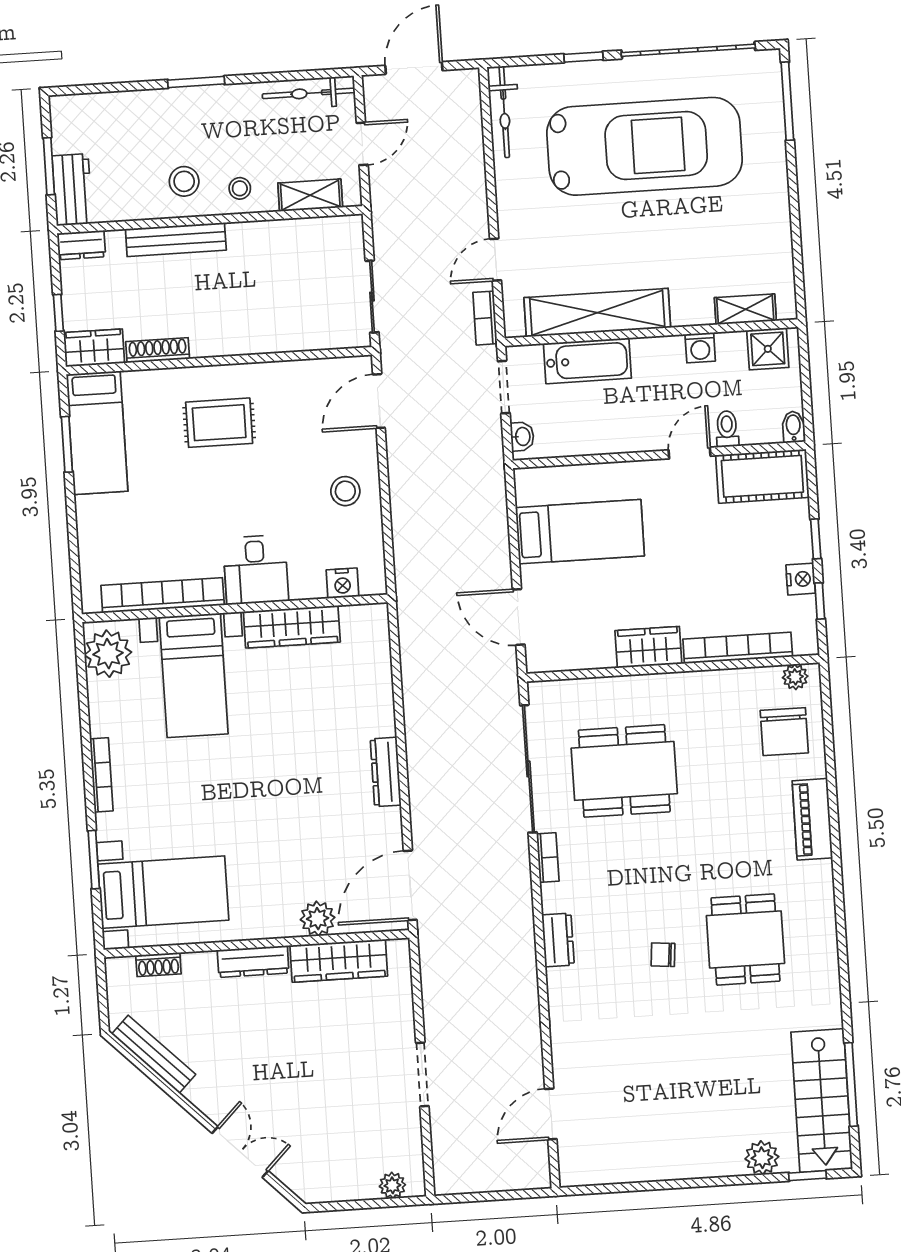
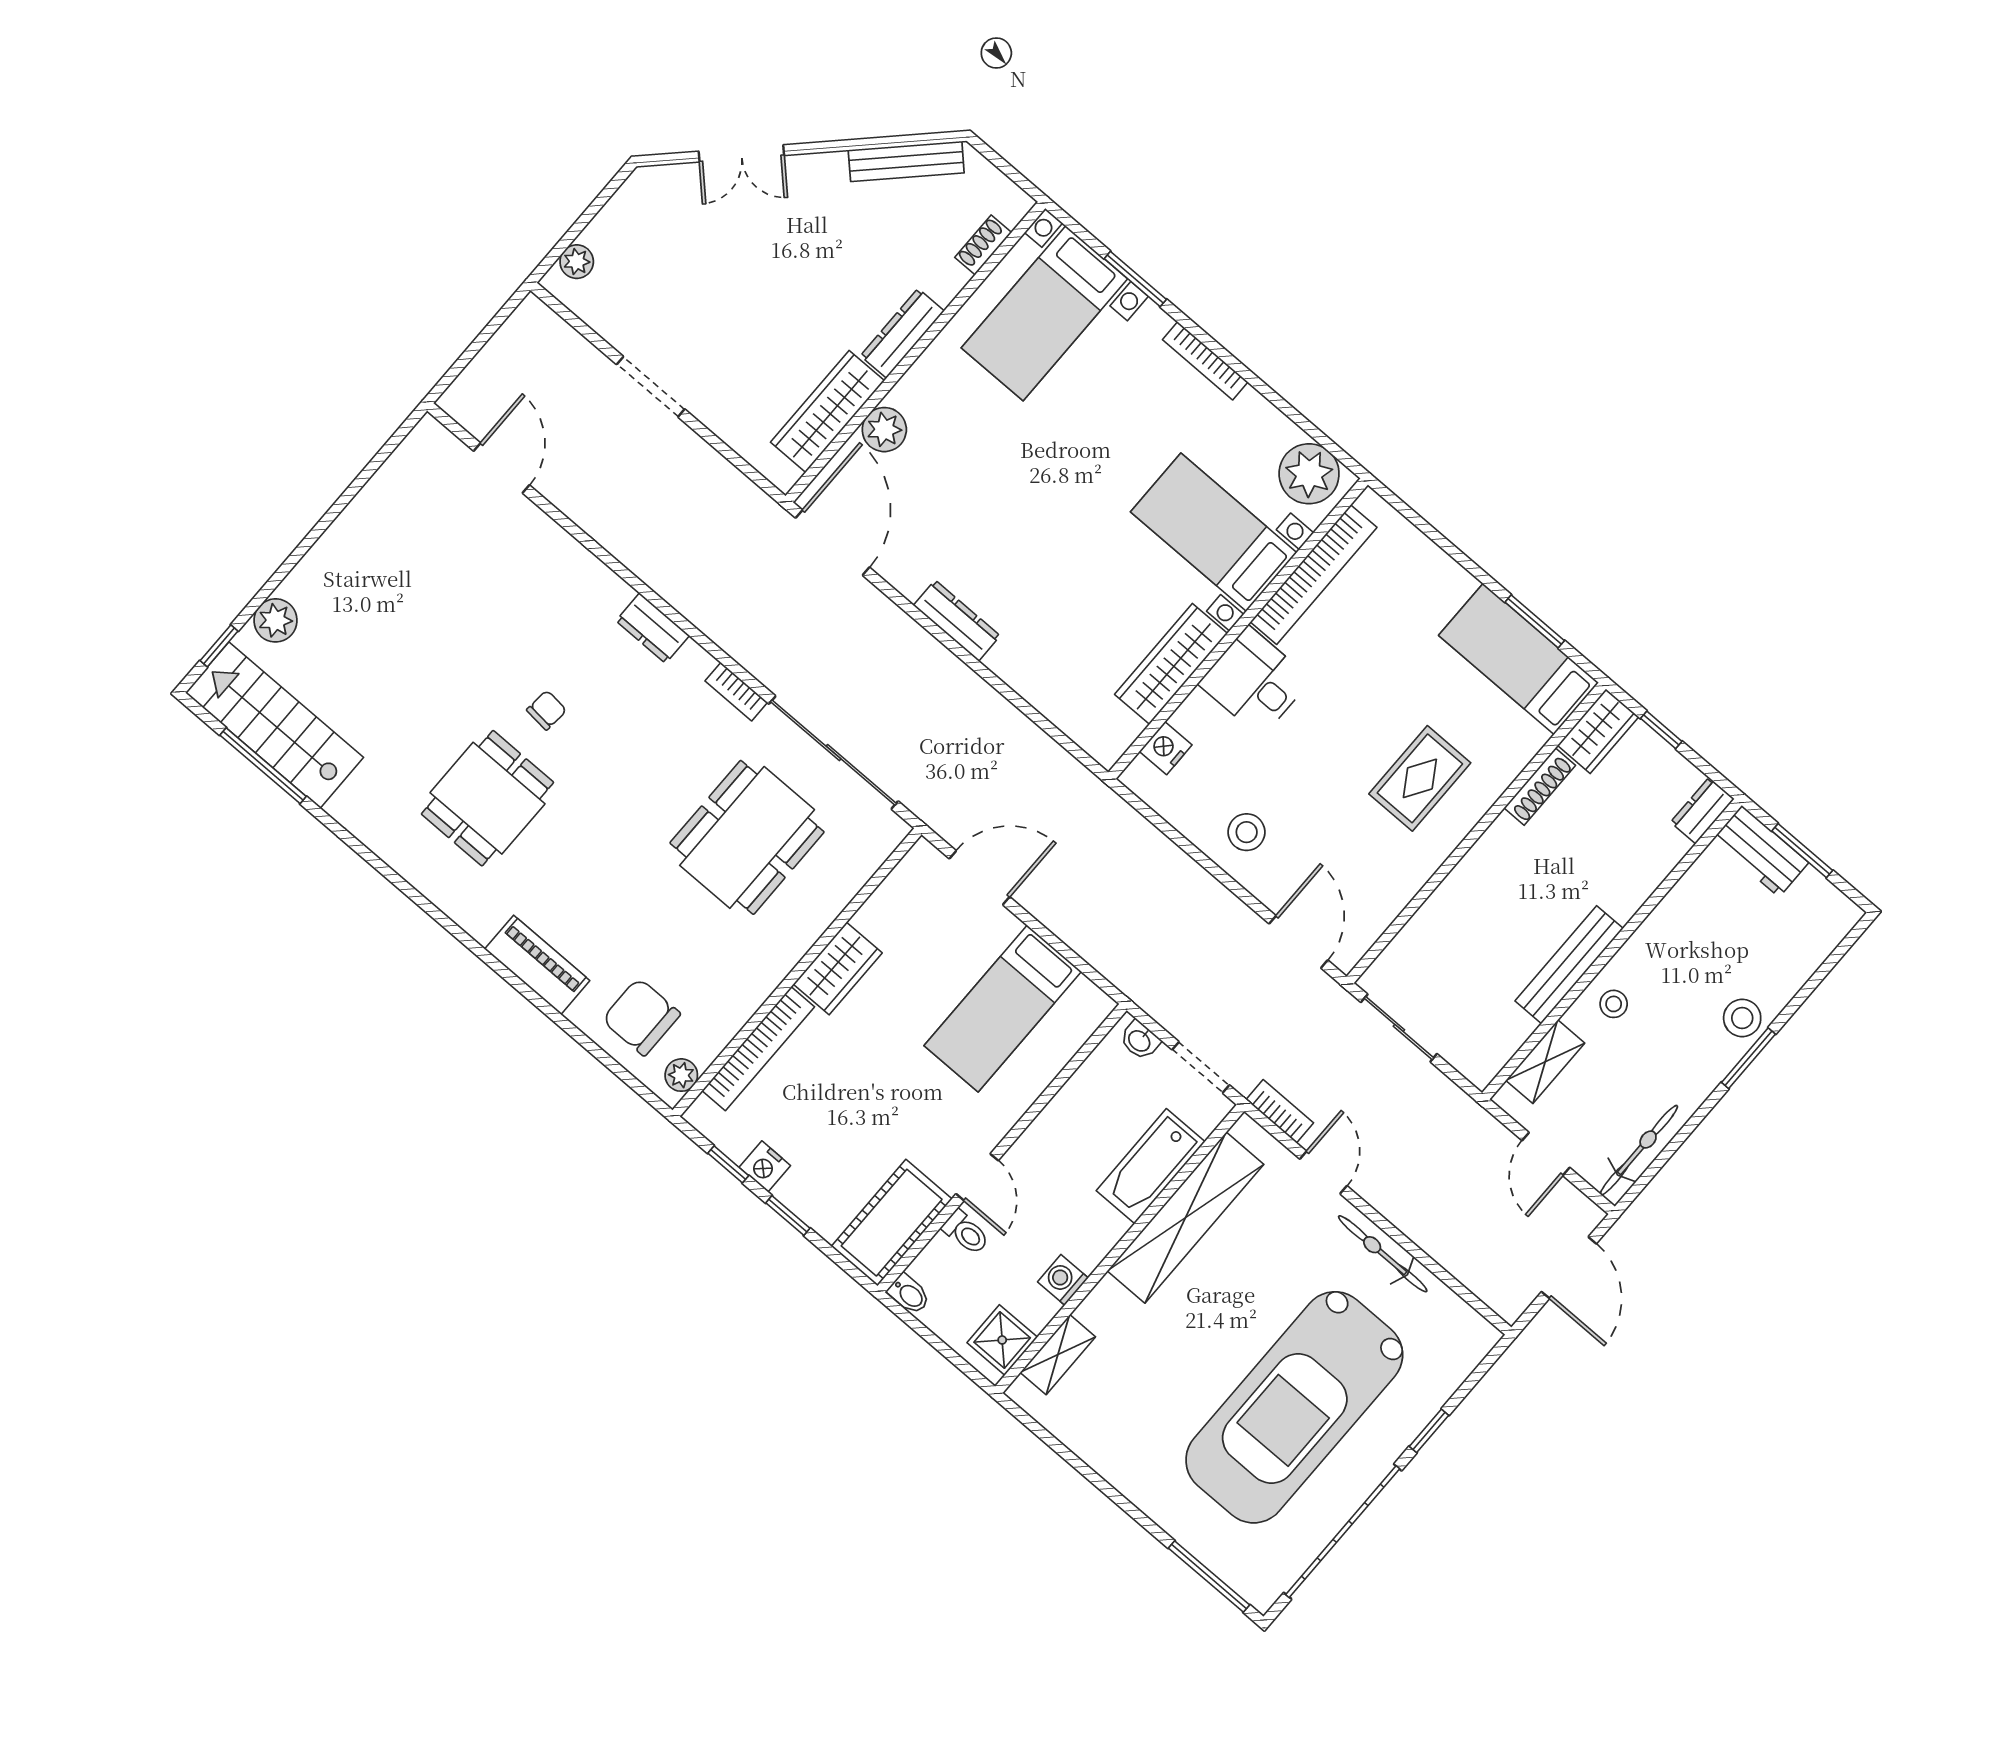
bicycle: (504, 112) -> (1383, 1254), moved
stool: (184, 181) -> (1742, 1018), moved
bench: (176, 240) -> (1569, 965), moved
dining table: (745, 940) -> (487, 798), turned 90

